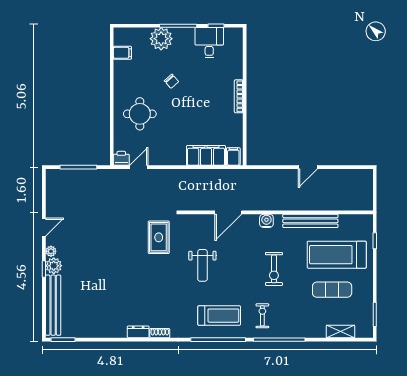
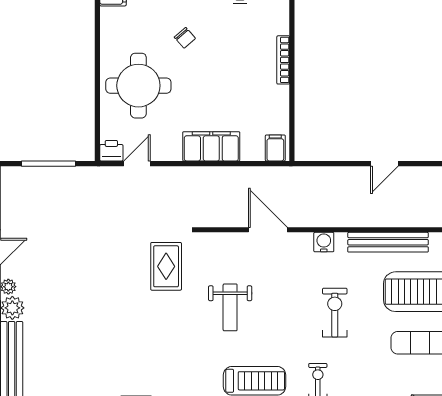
round table: (140, 114) -> (138, 86), width x1.36, depth x1.36
filing cabinet: (206, 155) -> (211, 146), moved
door: (228, 212) -> (268, 230), swing flipped
exercise bike: (274, 269) -> (335, 313), turned 180

